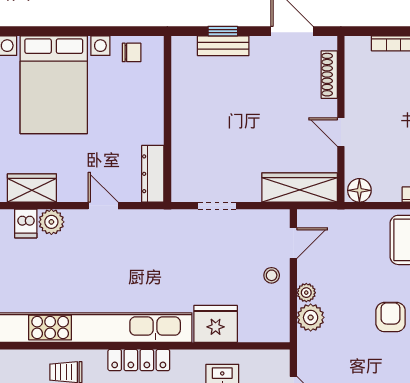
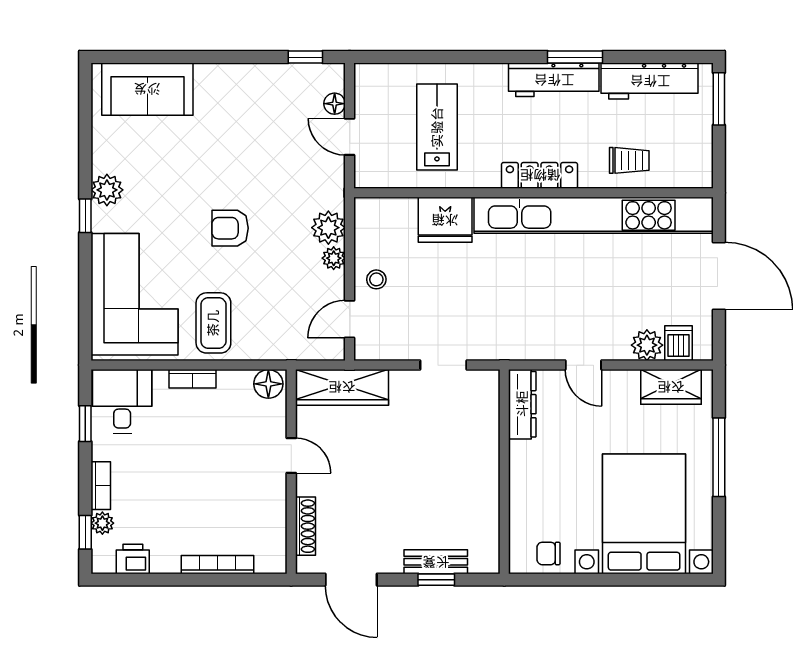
armchair: (391, 317) -> (230, 228), turned 90

